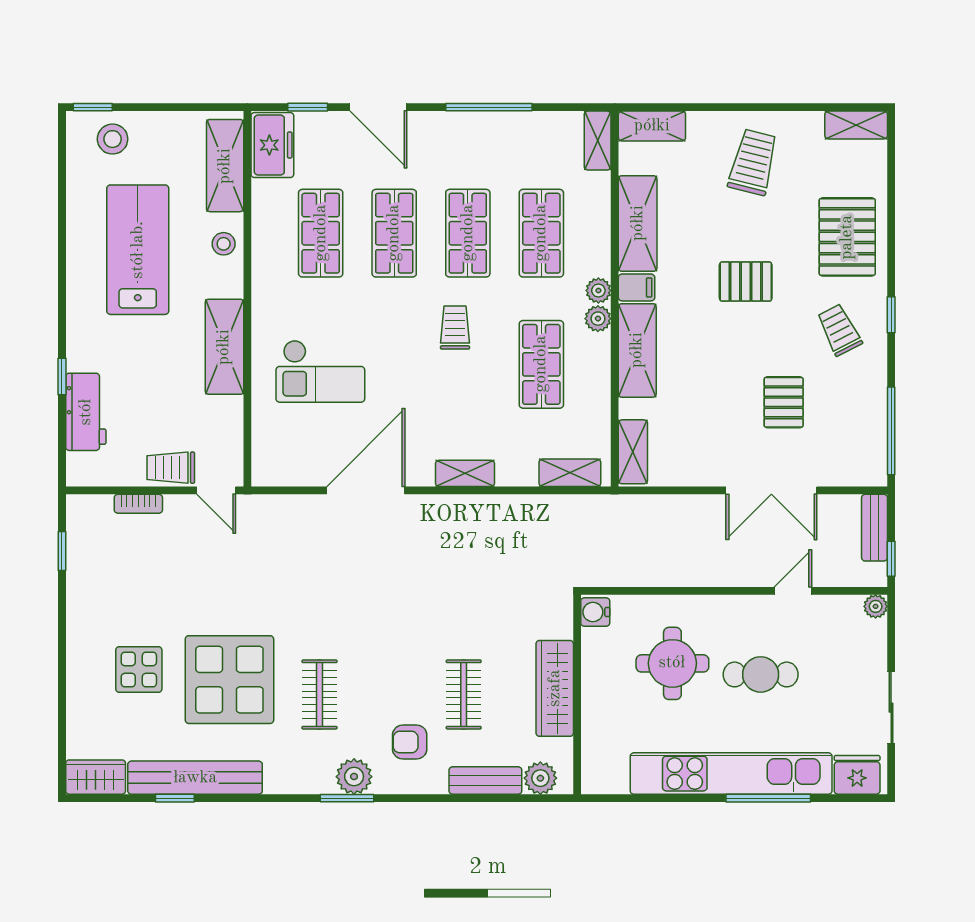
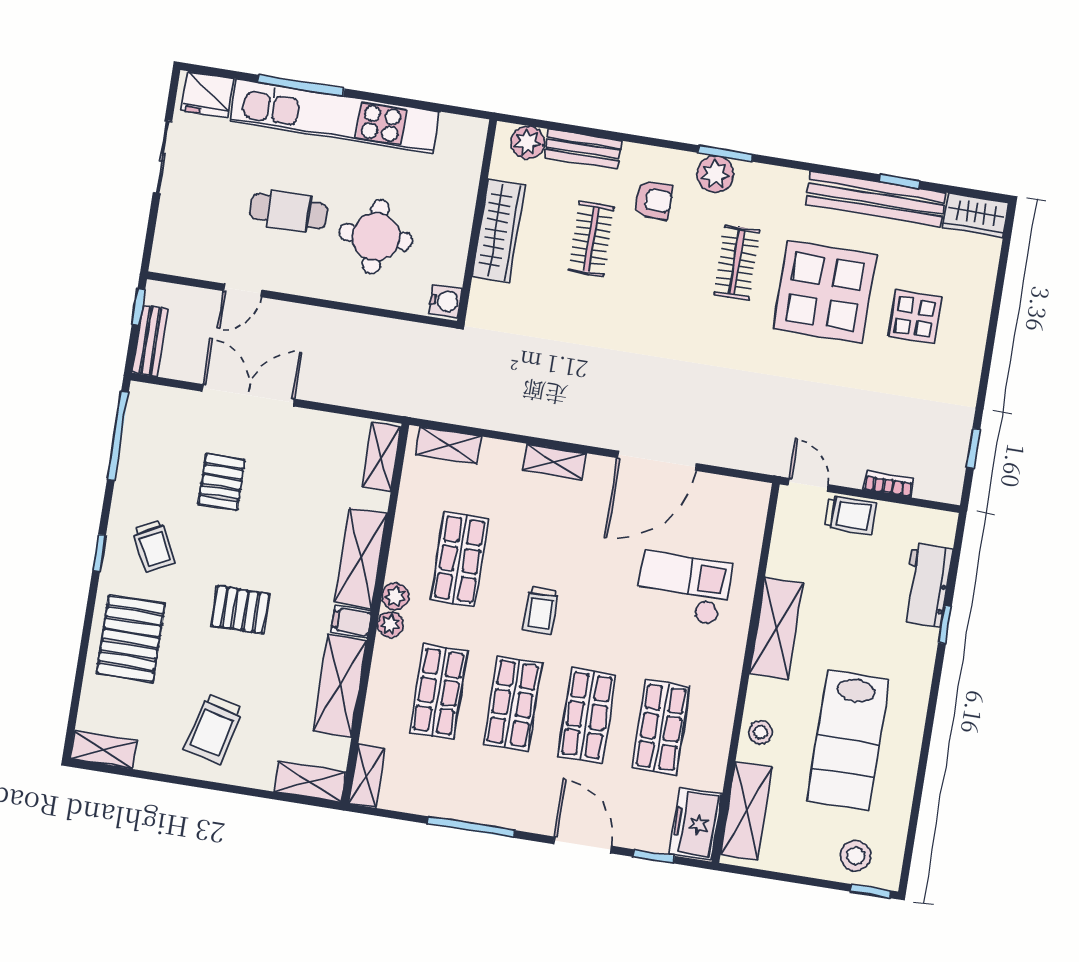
plant: (876, 606) -> (162, 261), removed

